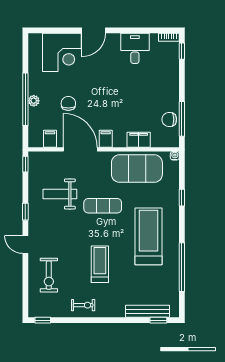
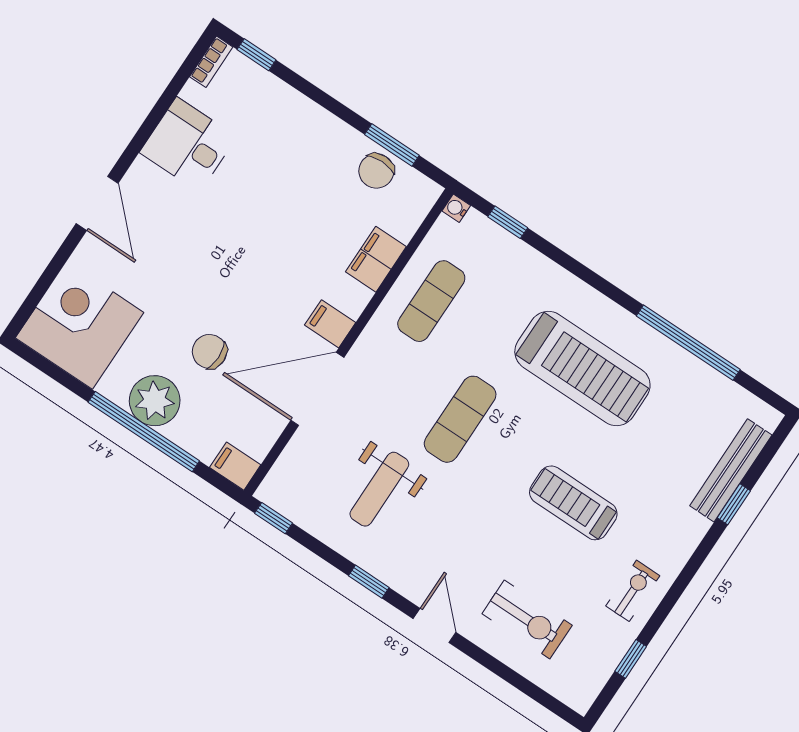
corner desk: (62, 52) -> (80, 325), moved, turned -90
plant: (34, 101) -> (155, 401), width x1.88, depth x1.88
window: (182, 119) -> (392, 145), width x0.69
filing cabinet: (50, 139) -> (235, 466), moved
exercise mat: (137, 169) -> (431, 301), width x0.50, depth x0.69
window: (182, 198) -> (508, 222), moved
treadmill: (148, 236) -> (582, 368), turned 180
door: (25, 245) -> (435, 626), swing flipped
window: (43, 320) -> (631, 659), moved
window: (158, 320) -> (734, 504), moved

